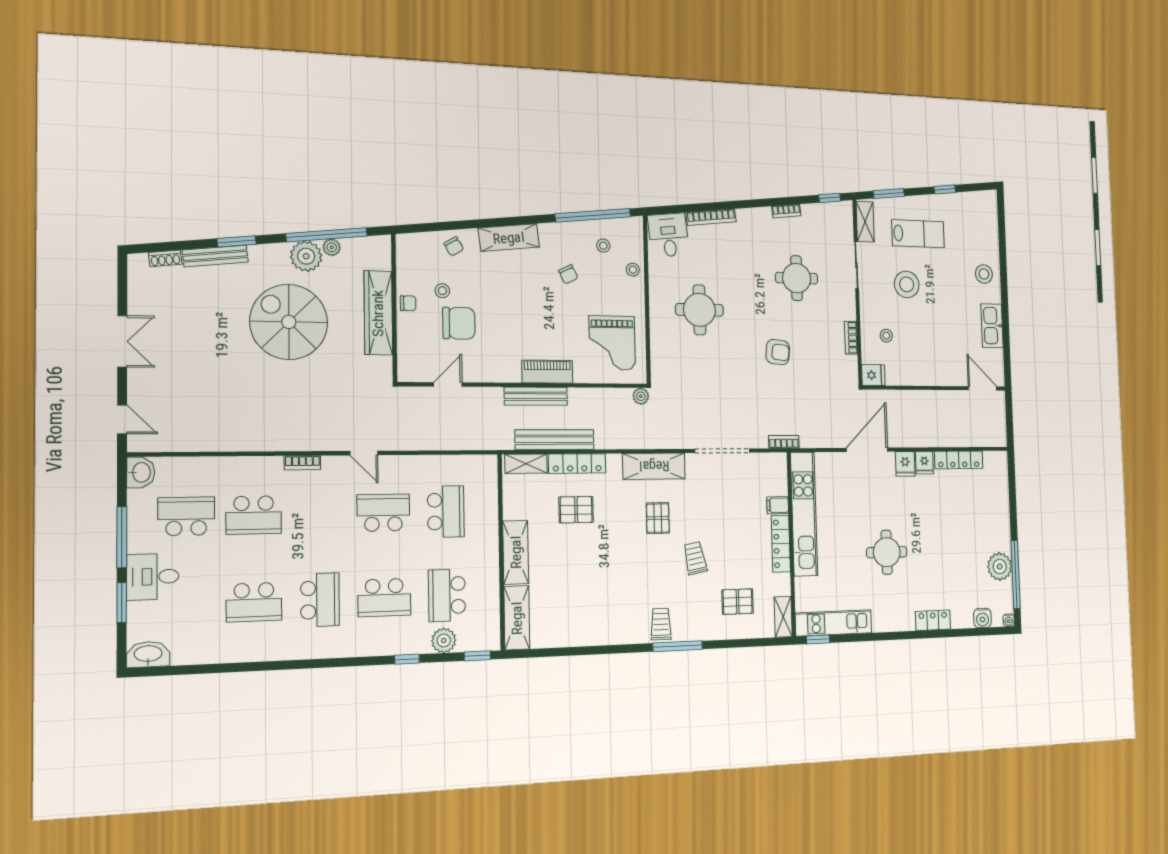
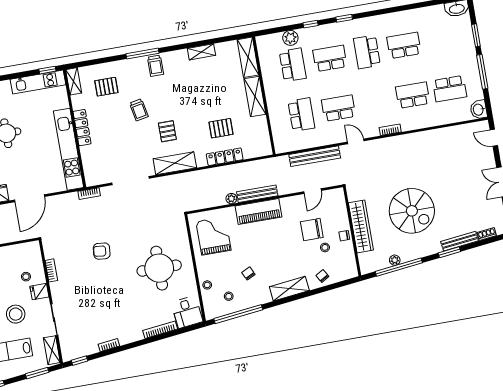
plant: (306, 256) -> (408, 252), removed
round table: (797, 278) -> (95, 302), removed
round table: (699, 310) -> (159, 268), width x1.36, depth x1.36
piano: (547, 372) -> (259, 212), width x1.37, depth x1.33
fridge: (873, 375) -> (39, 292), moved
plant: (641, 396) -> (231, 199), moved
bench: (555, 440) -> (315, 156), moved
shelving: (526, 464) -> (201, 52), moved
filing cabinet: (778, 505) -> (88, 152), removed
school desk: (446, 511) -> (301, 115), turned 180
school desk: (383, 513) -> (338, 108), turned 180
desk: (153, 577) -> (462, 52), removed
window: (477, 656) -> (344, 18), moved

